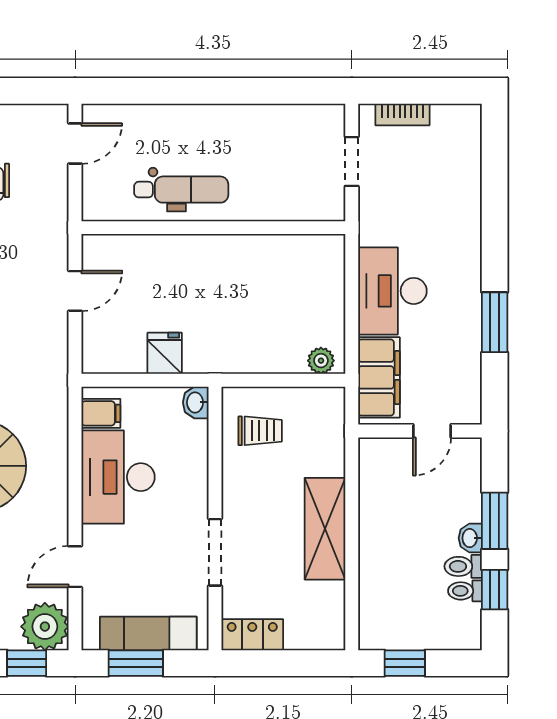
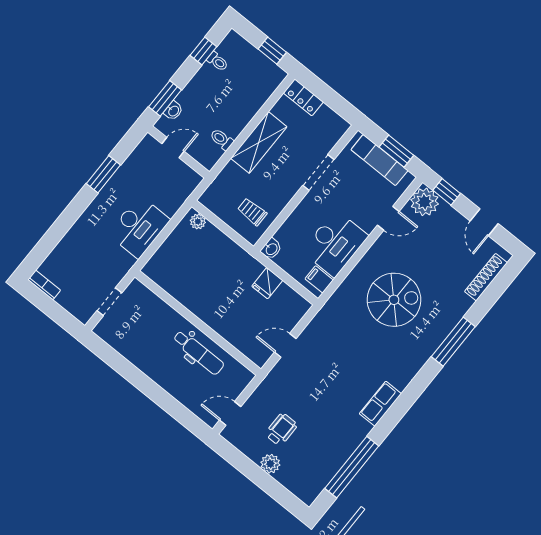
bookcase: (402, 114) -> (44, 285), moved
dental chair: (181, 190) -> (198, 353), turned 180
filing cabinet: (379, 377) -> (177, 192), removed
window: (495, 521) -> (165, 98), moved
washbasin: (470, 538) -> (173, 111), moved
toilet: (463, 566) -> (222, 139), moved, turned 180
locker: (252, 635) -> (303, 97), moved

